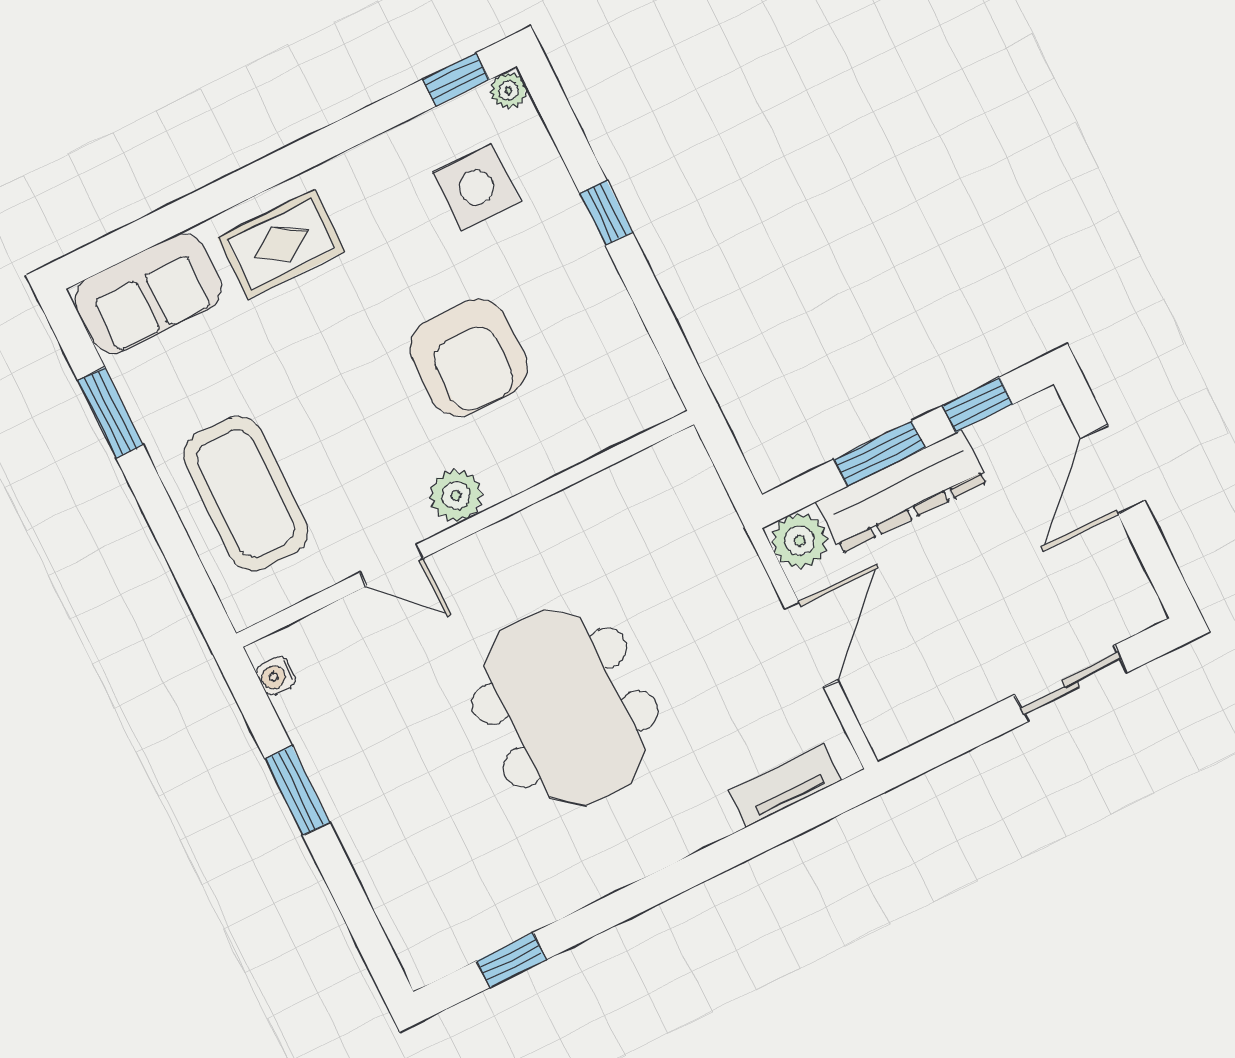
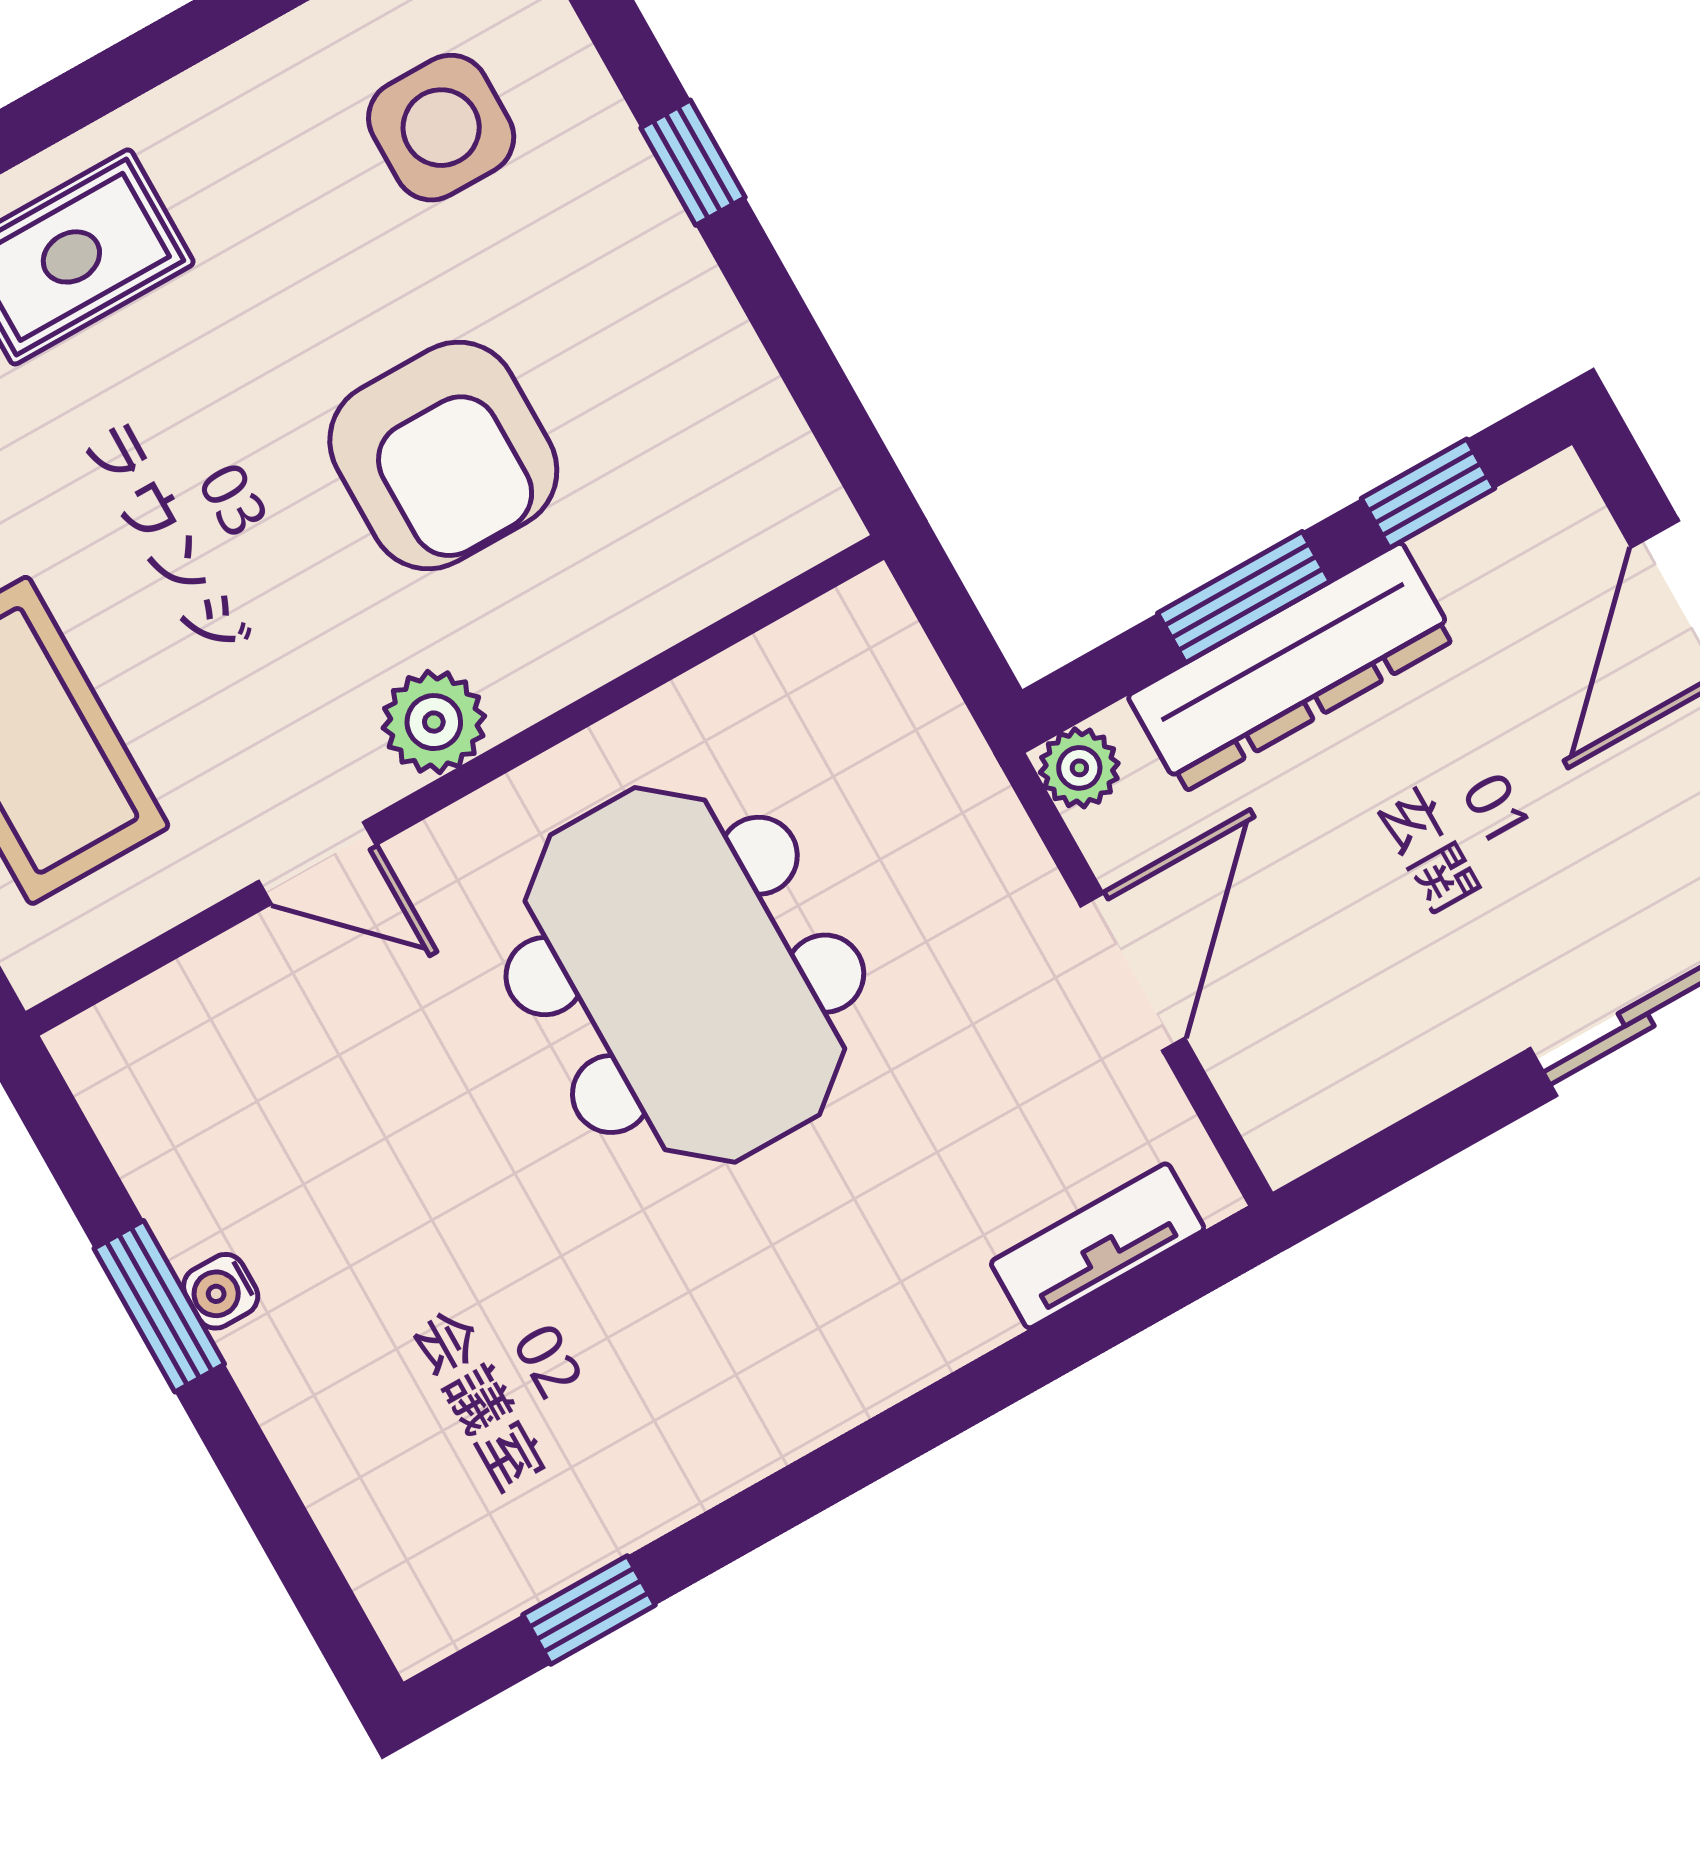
plant: (800, 541) -> (1079, 768), width x0.73, depth x0.73
water cooler: (276, 676) -> (221, 1291), moved
meeting table: (565, 708) -> (685, 975), moved

